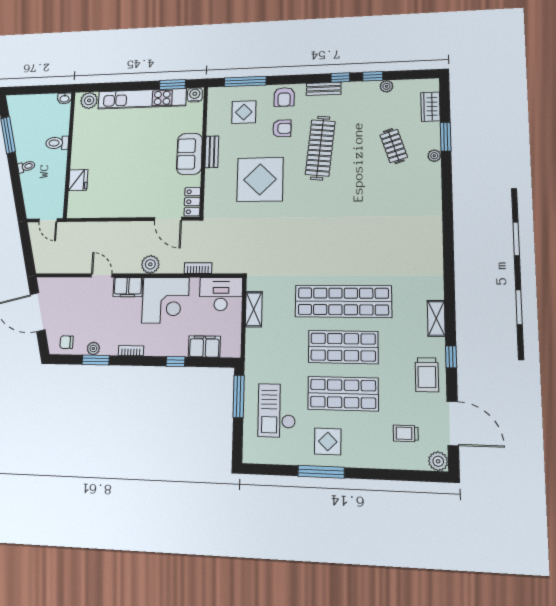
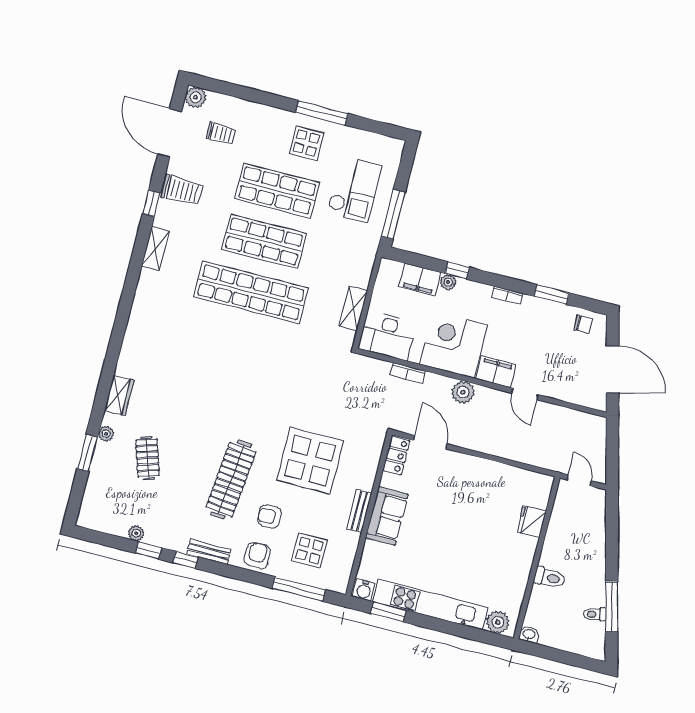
wardrobe: (430, 107) -> (119, 395), moved
toilet: (26, 167) -> (595, 614), moved
plant: (93, 348) -> (448, 282), moved
trolley: (427, 375) -> (182, 190), turned 90

